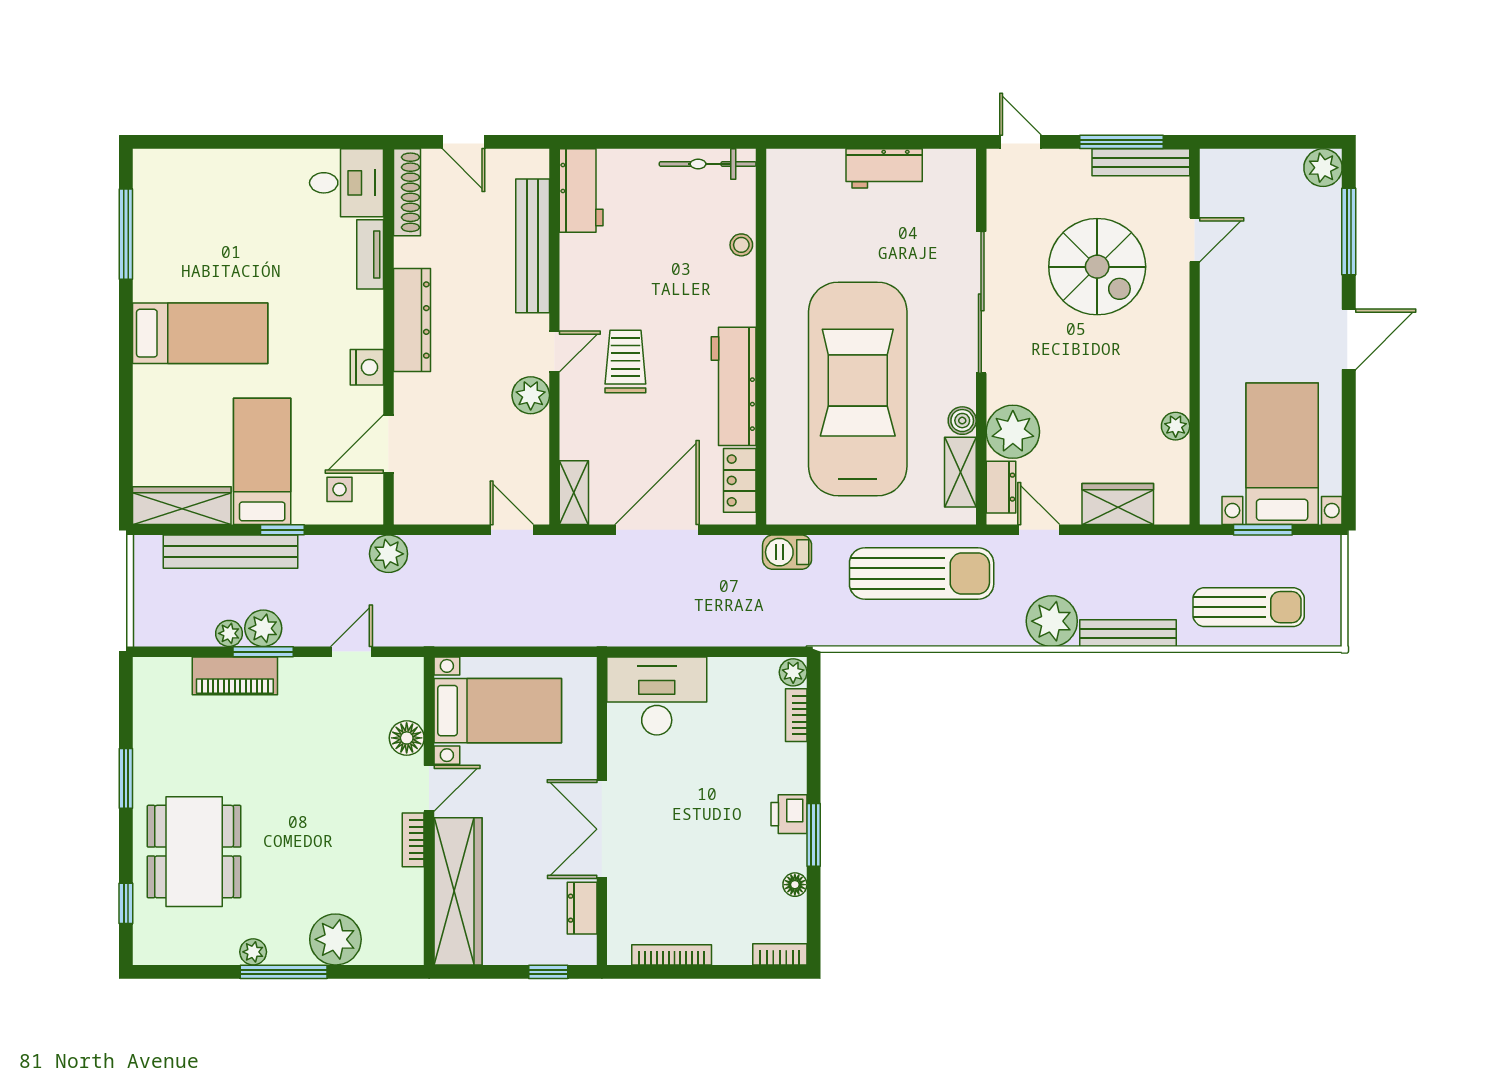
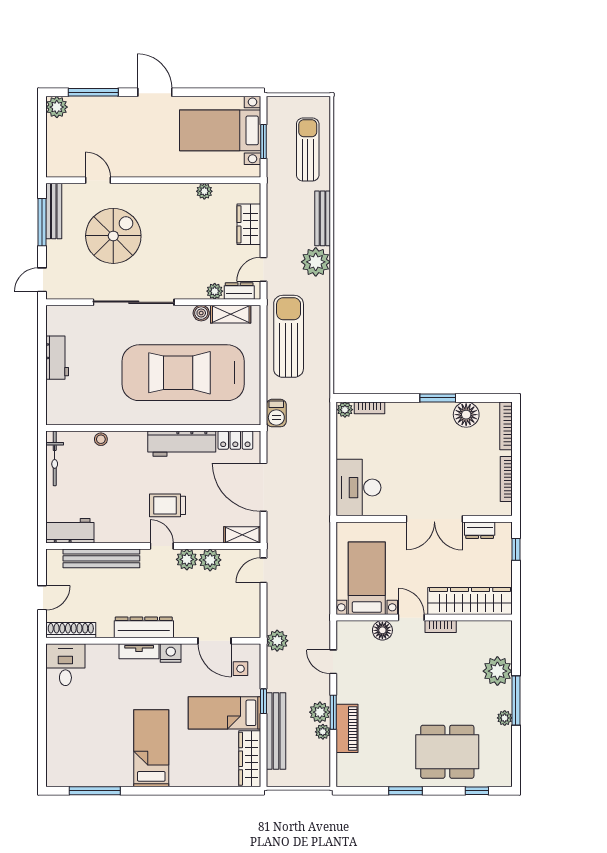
tv unit: (370, 254) -> (139, 651), moved
plant: (1013, 432) -> (215, 291), width x0.53, depth x0.53
plant: (530, 436) -> (210, 560), added
printer: (789, 814) -> (426, 412), removed
floor lamp: (795, 885) -> (466, 415), width x1.89, depth x1.89
bookcase: (780, 954) -> (506, 426), width x1.56

